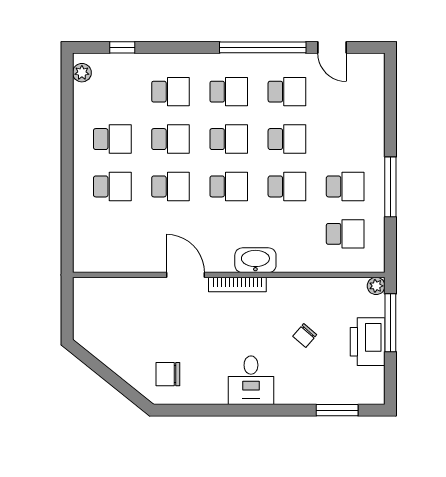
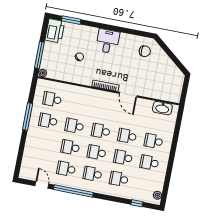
washbasin: (255, 260) -> (162, 108), moved
printer: (368, 342) -> (55, 31), moved

